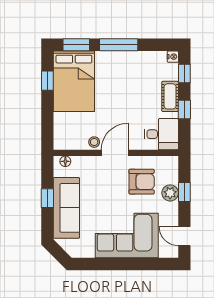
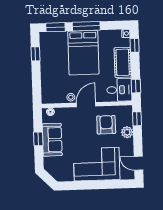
bed: (74, 81) -> (83, 53), moved
cot: (170, 96) -> (123, 62), width x1.37, depth x1.34
window: (184, 109) -> (136, 86), moved
armchair: (142, 182) -> (106, 125), turned -90
window: (184, 192) -> (137, 119), moved
sofa: (66, 208) -> (52, 140), width x0.73

